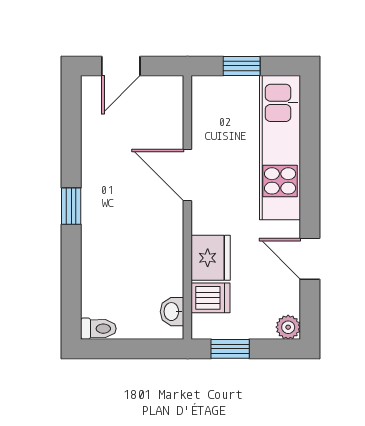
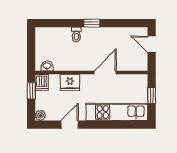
dishwasher: (211, 298) -> (42, 82), moved
toilet: (98, 329) -> (76, 35), moved

